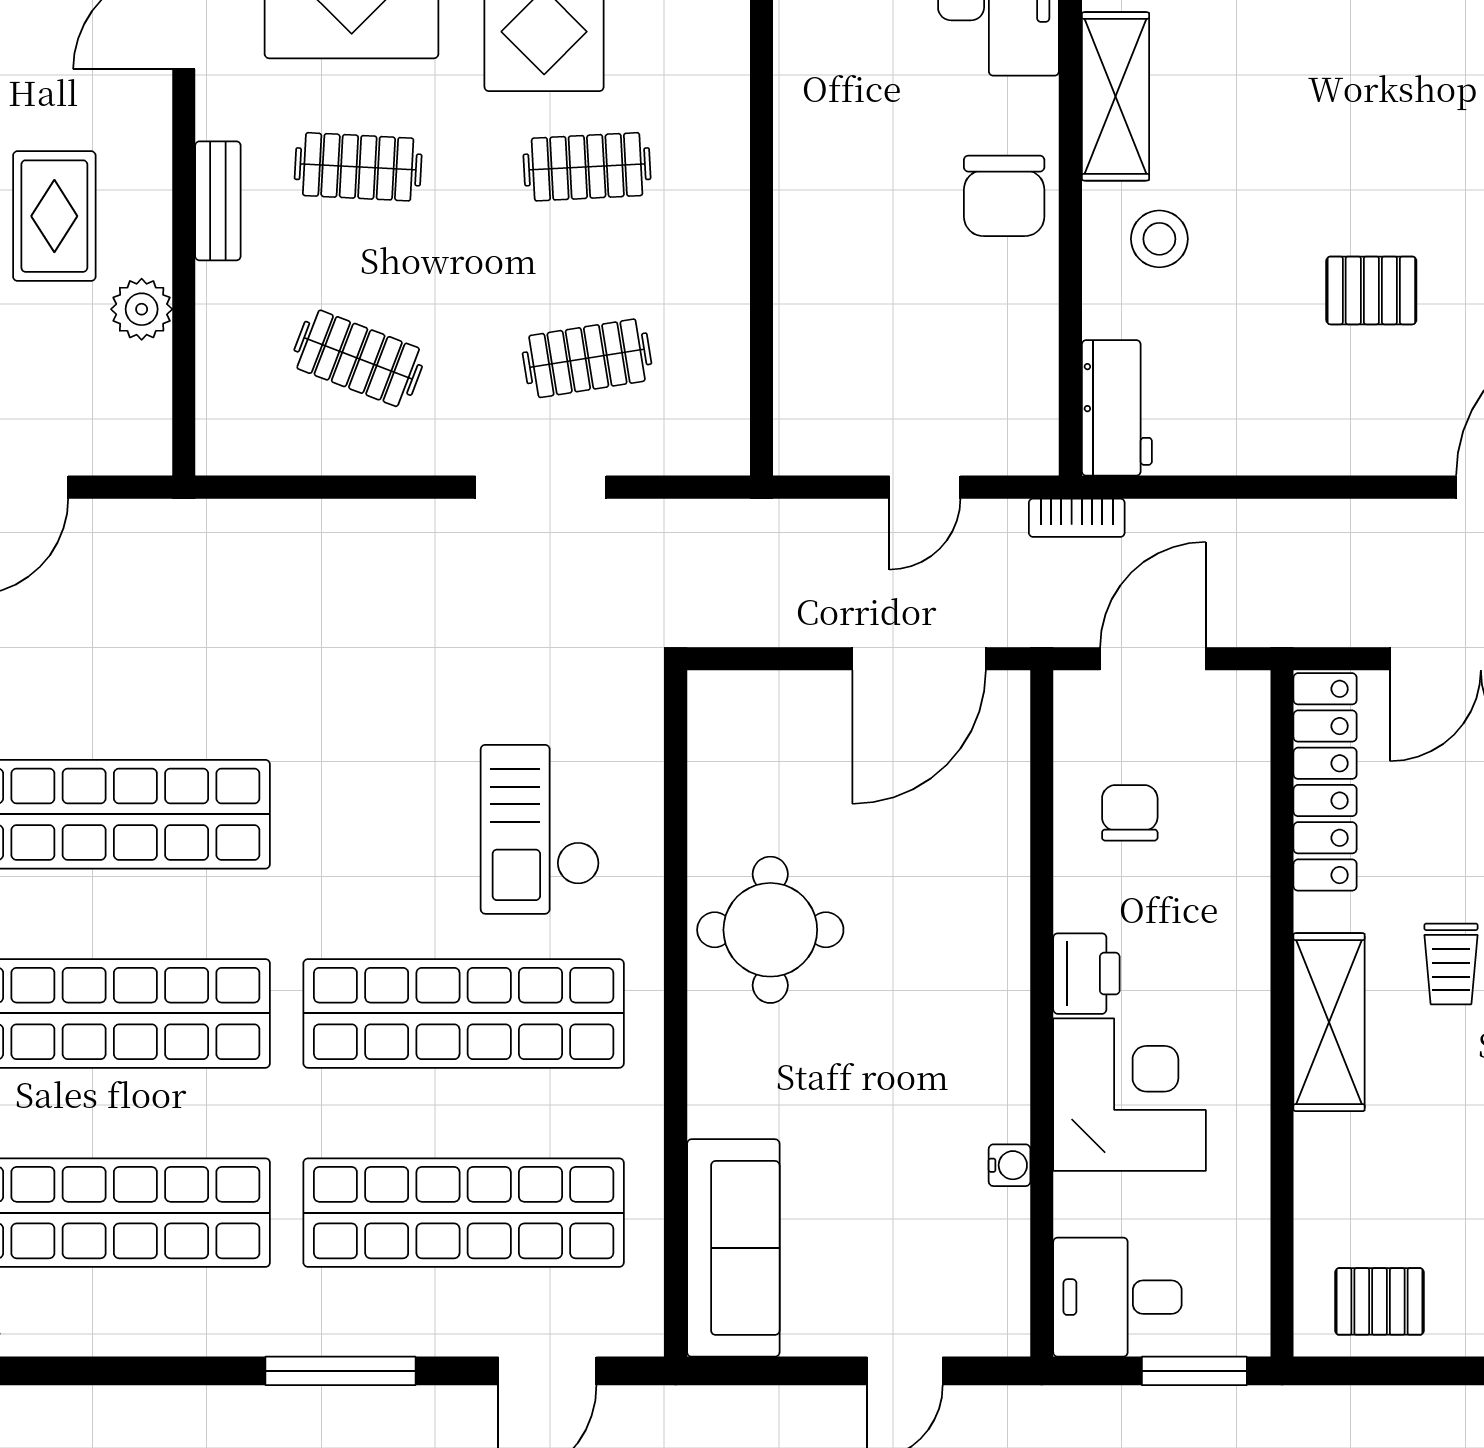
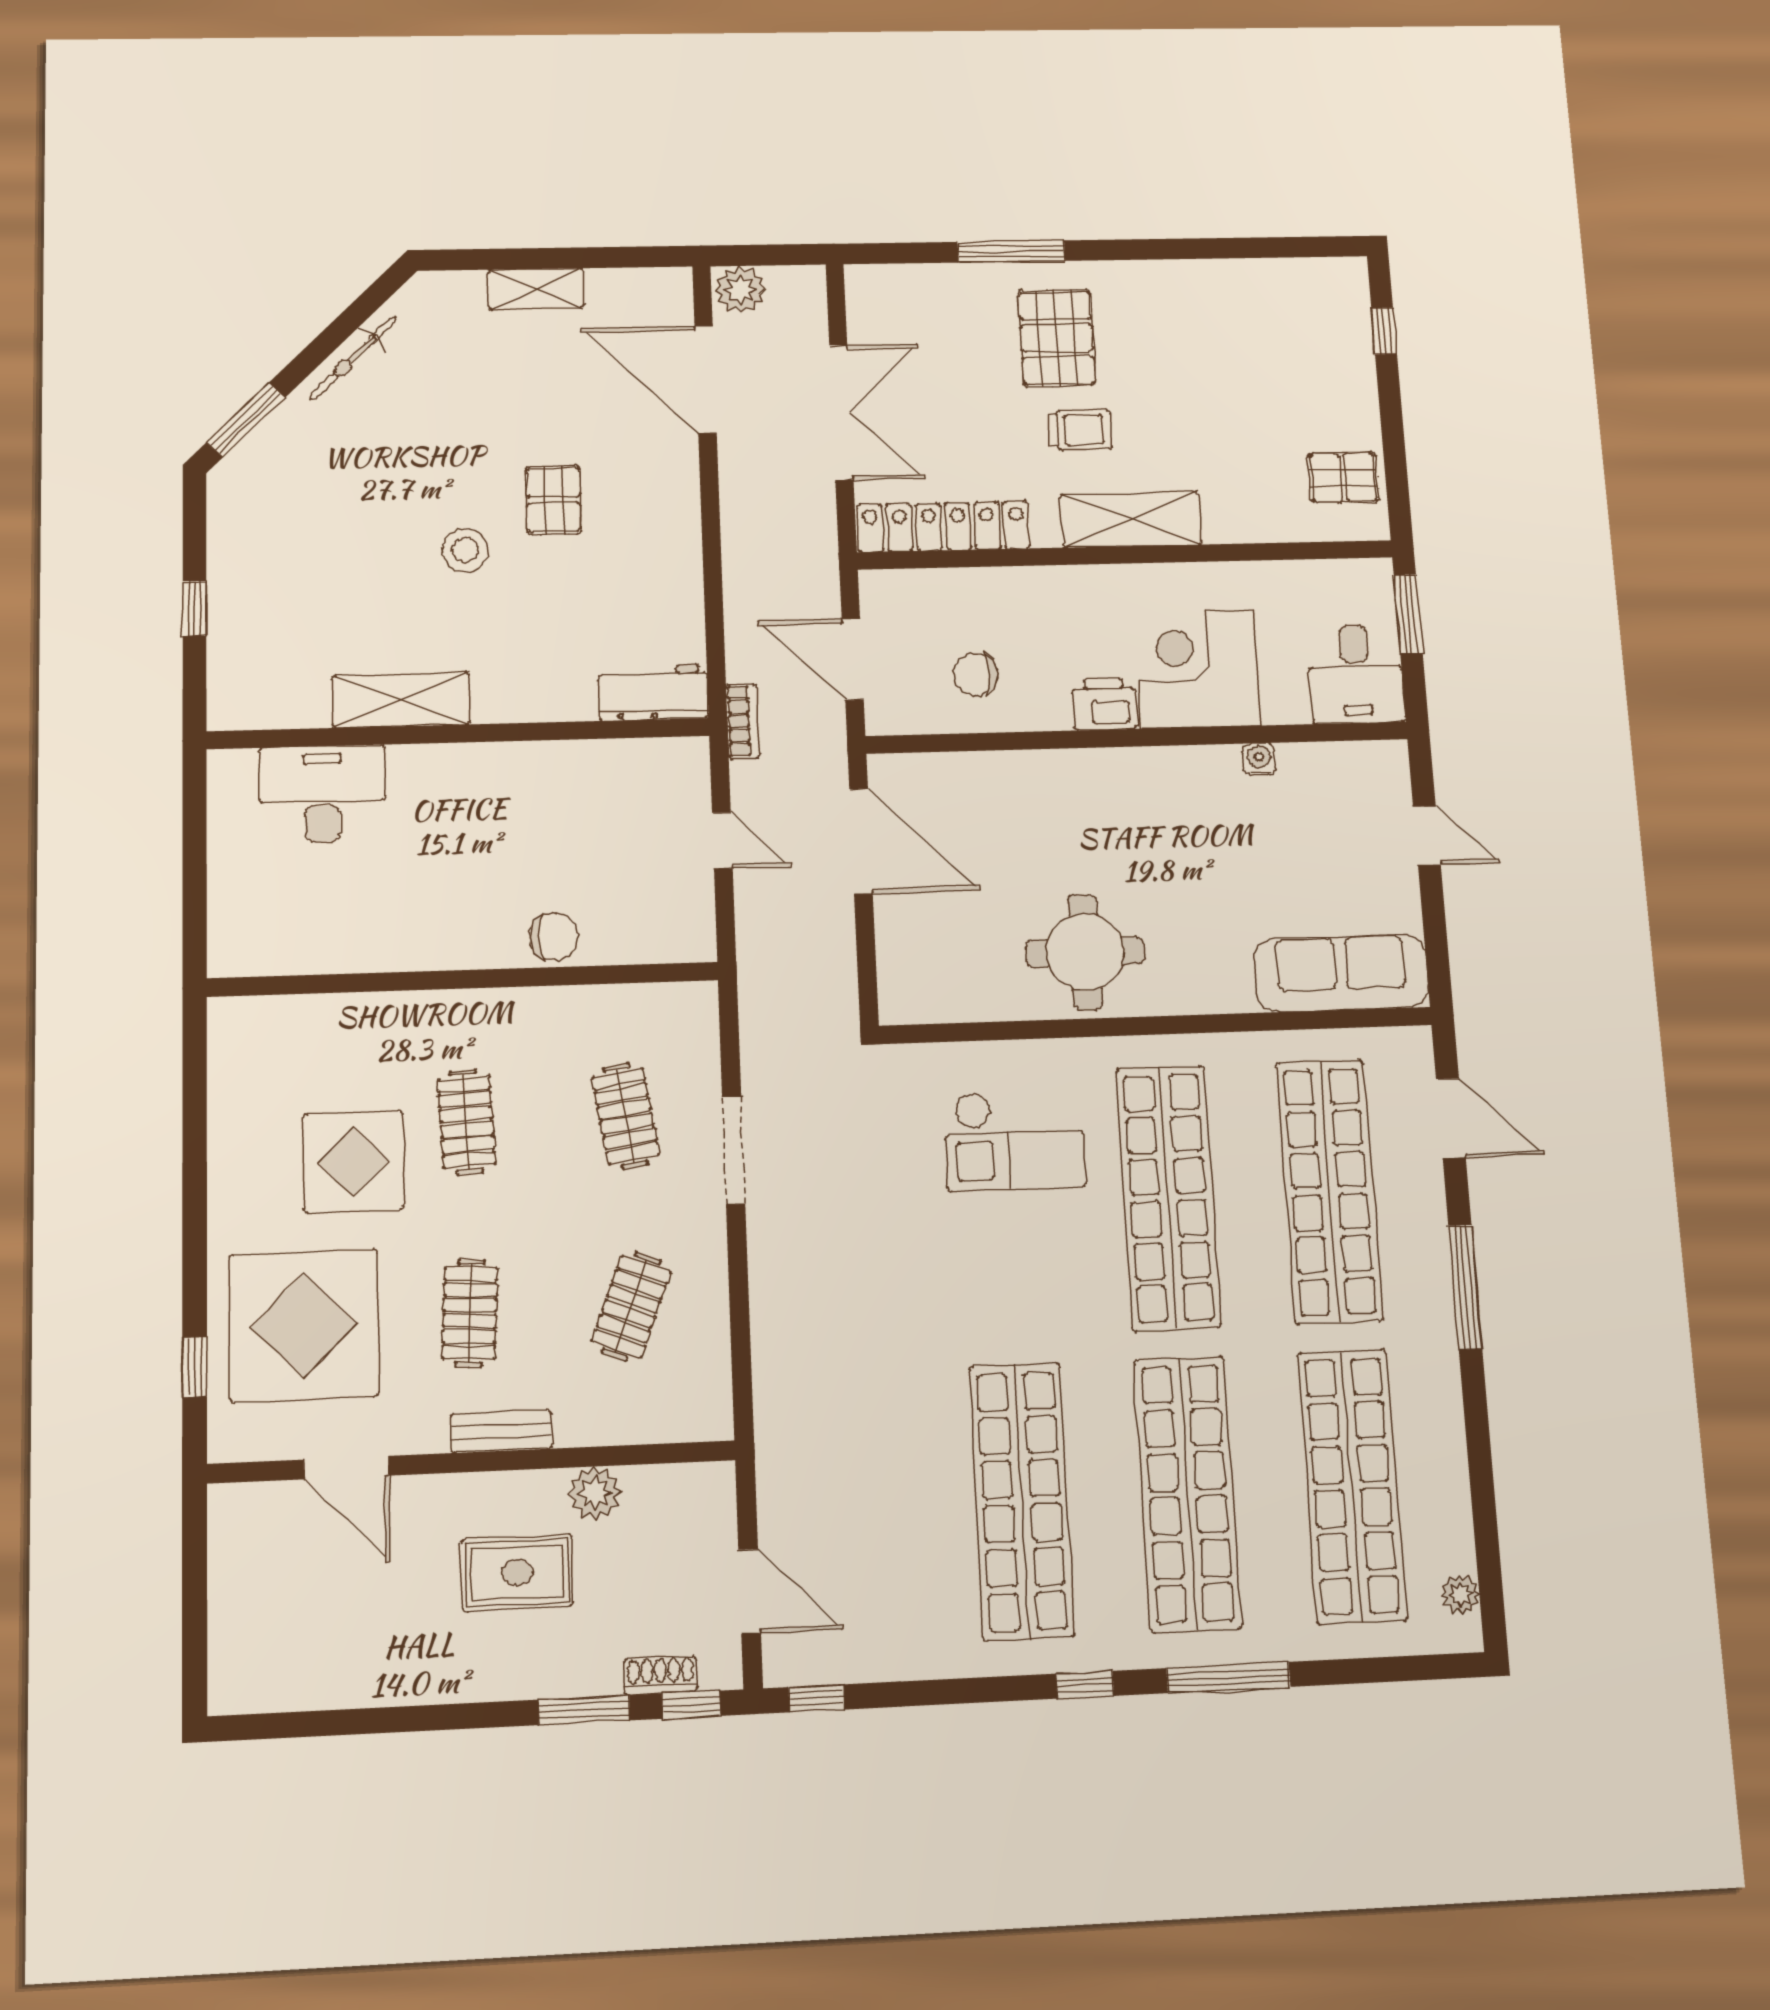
chair: (1004, 196) -> (554, 936), moved, width x0.73, depth x0.73
stool: (1159, 239) -> (465, 550), moved
pallet: (1379, 1301) -> (1343, 477), turned 90

